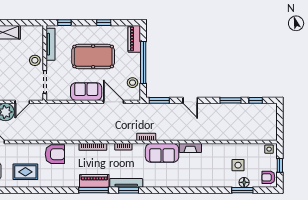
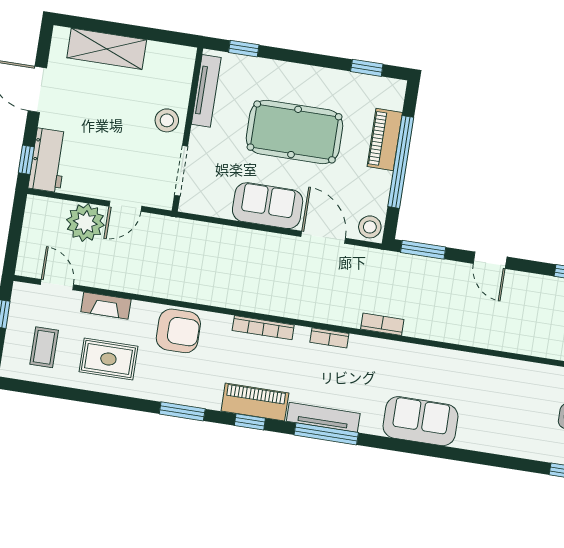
window: (104, 23) -> (367, 68), moved
piano: (134, 39) -> (385, 139), moved
stool: (132, 83) -> (370, 227), moved
fireplace: (190, 148) -> (106, 306), moved
sofa: (162, 153) -> (420, 421), moved, turned 180
window: (62, 190) -> (182, 411), added
window: (93, 190) -> (250, 422), width x0.46
window: (129, 190) -> (326, 434), width x1.44

